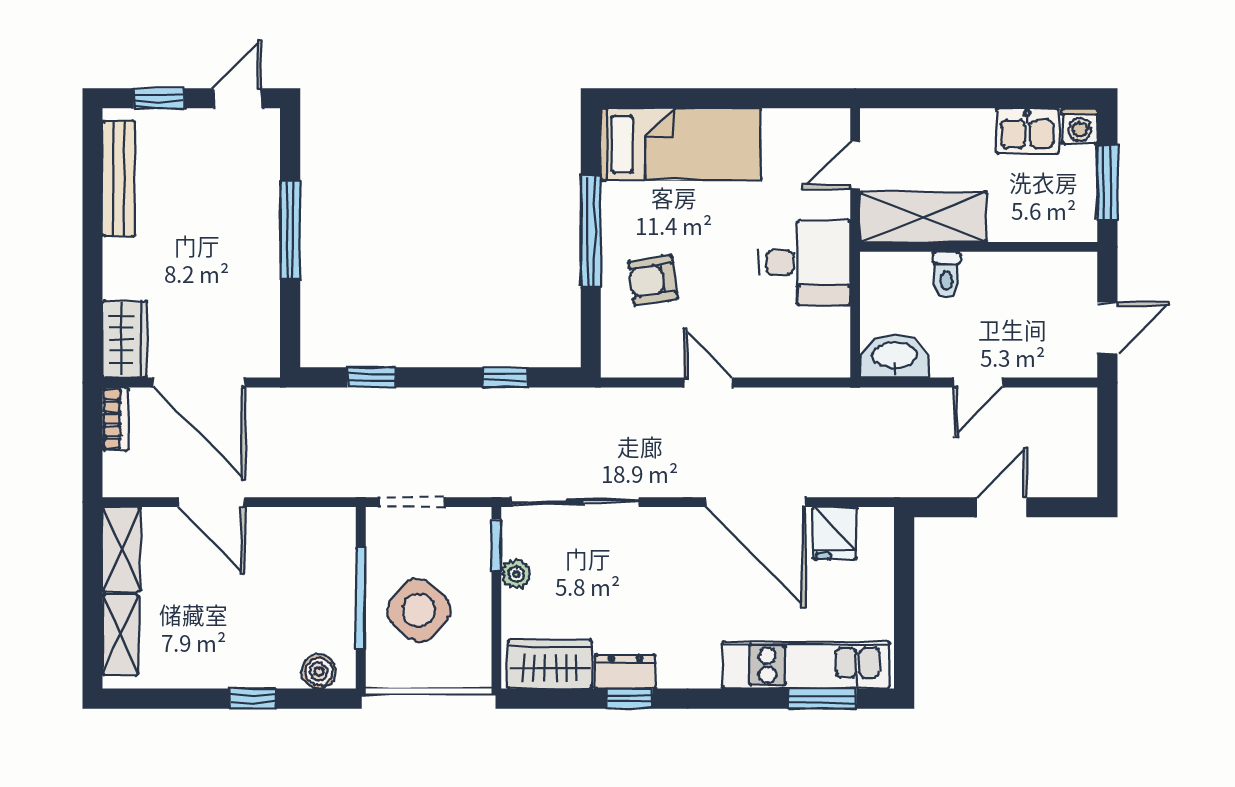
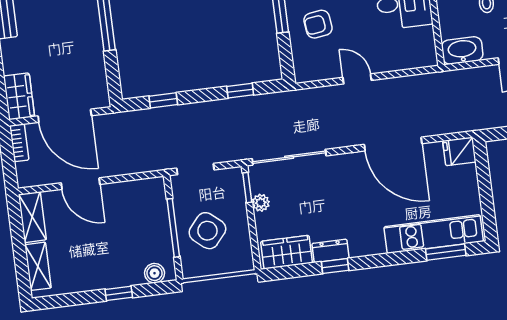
fridge: (835, 533) -> (459, 151), moved, turned 90

